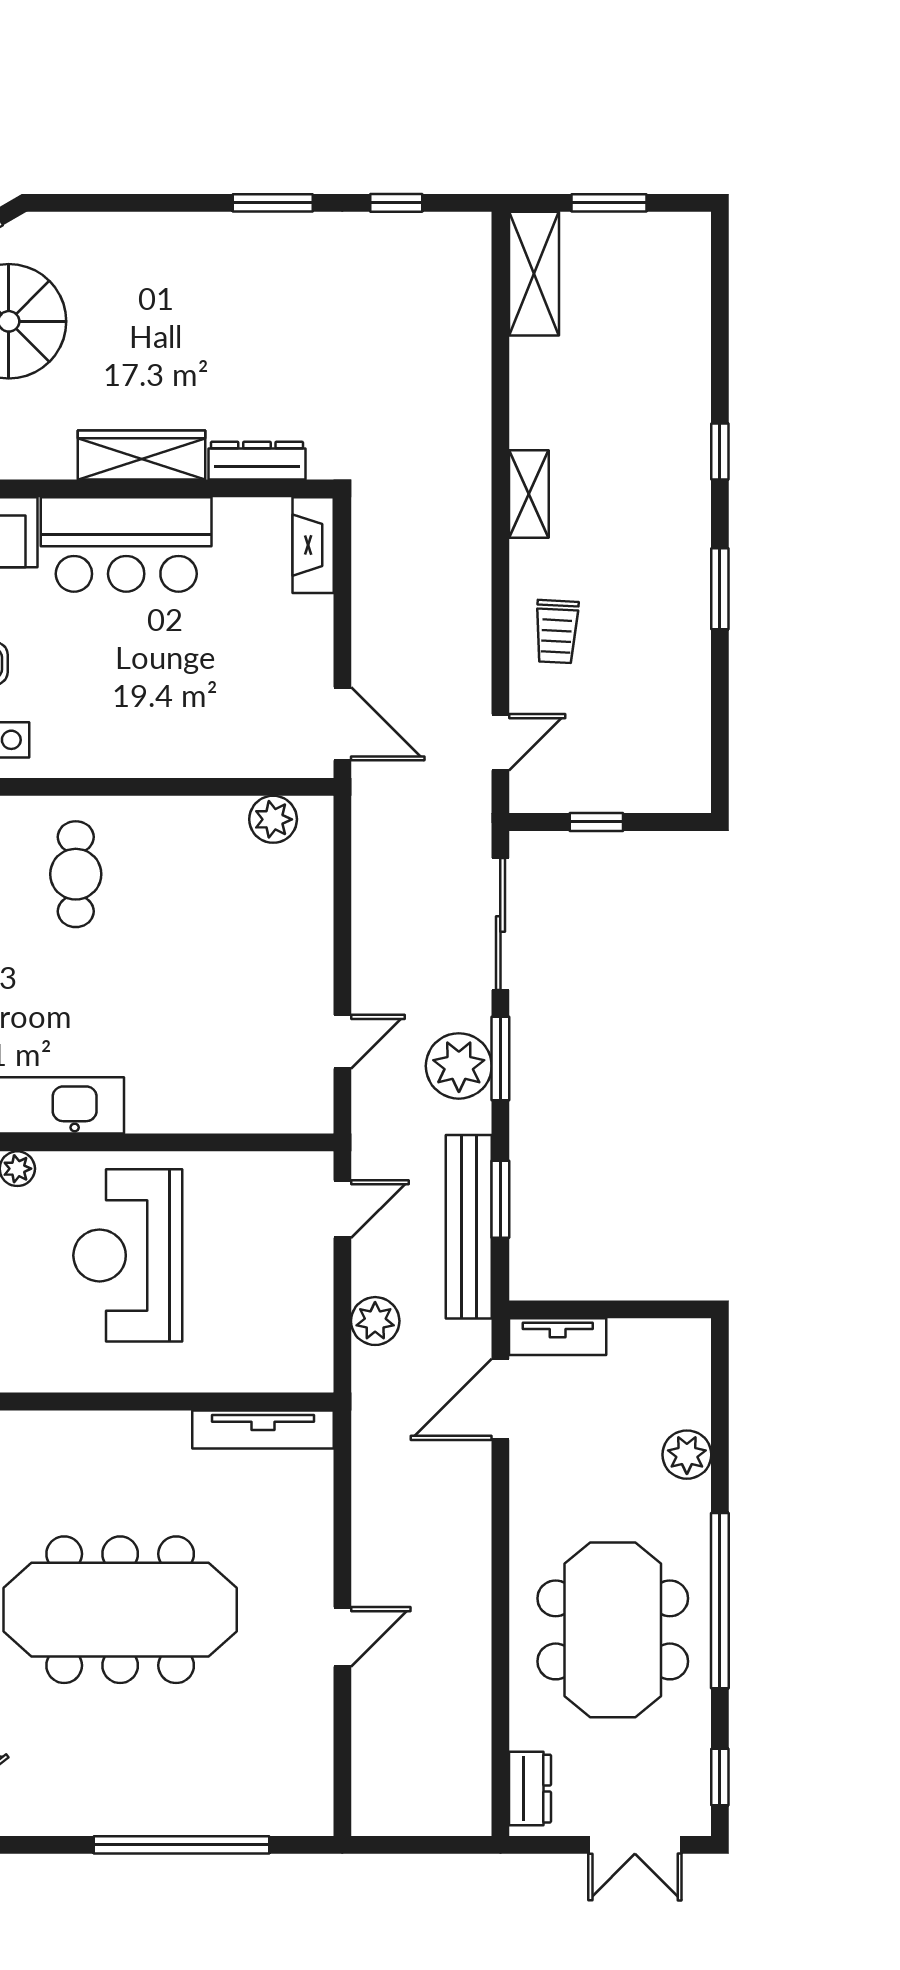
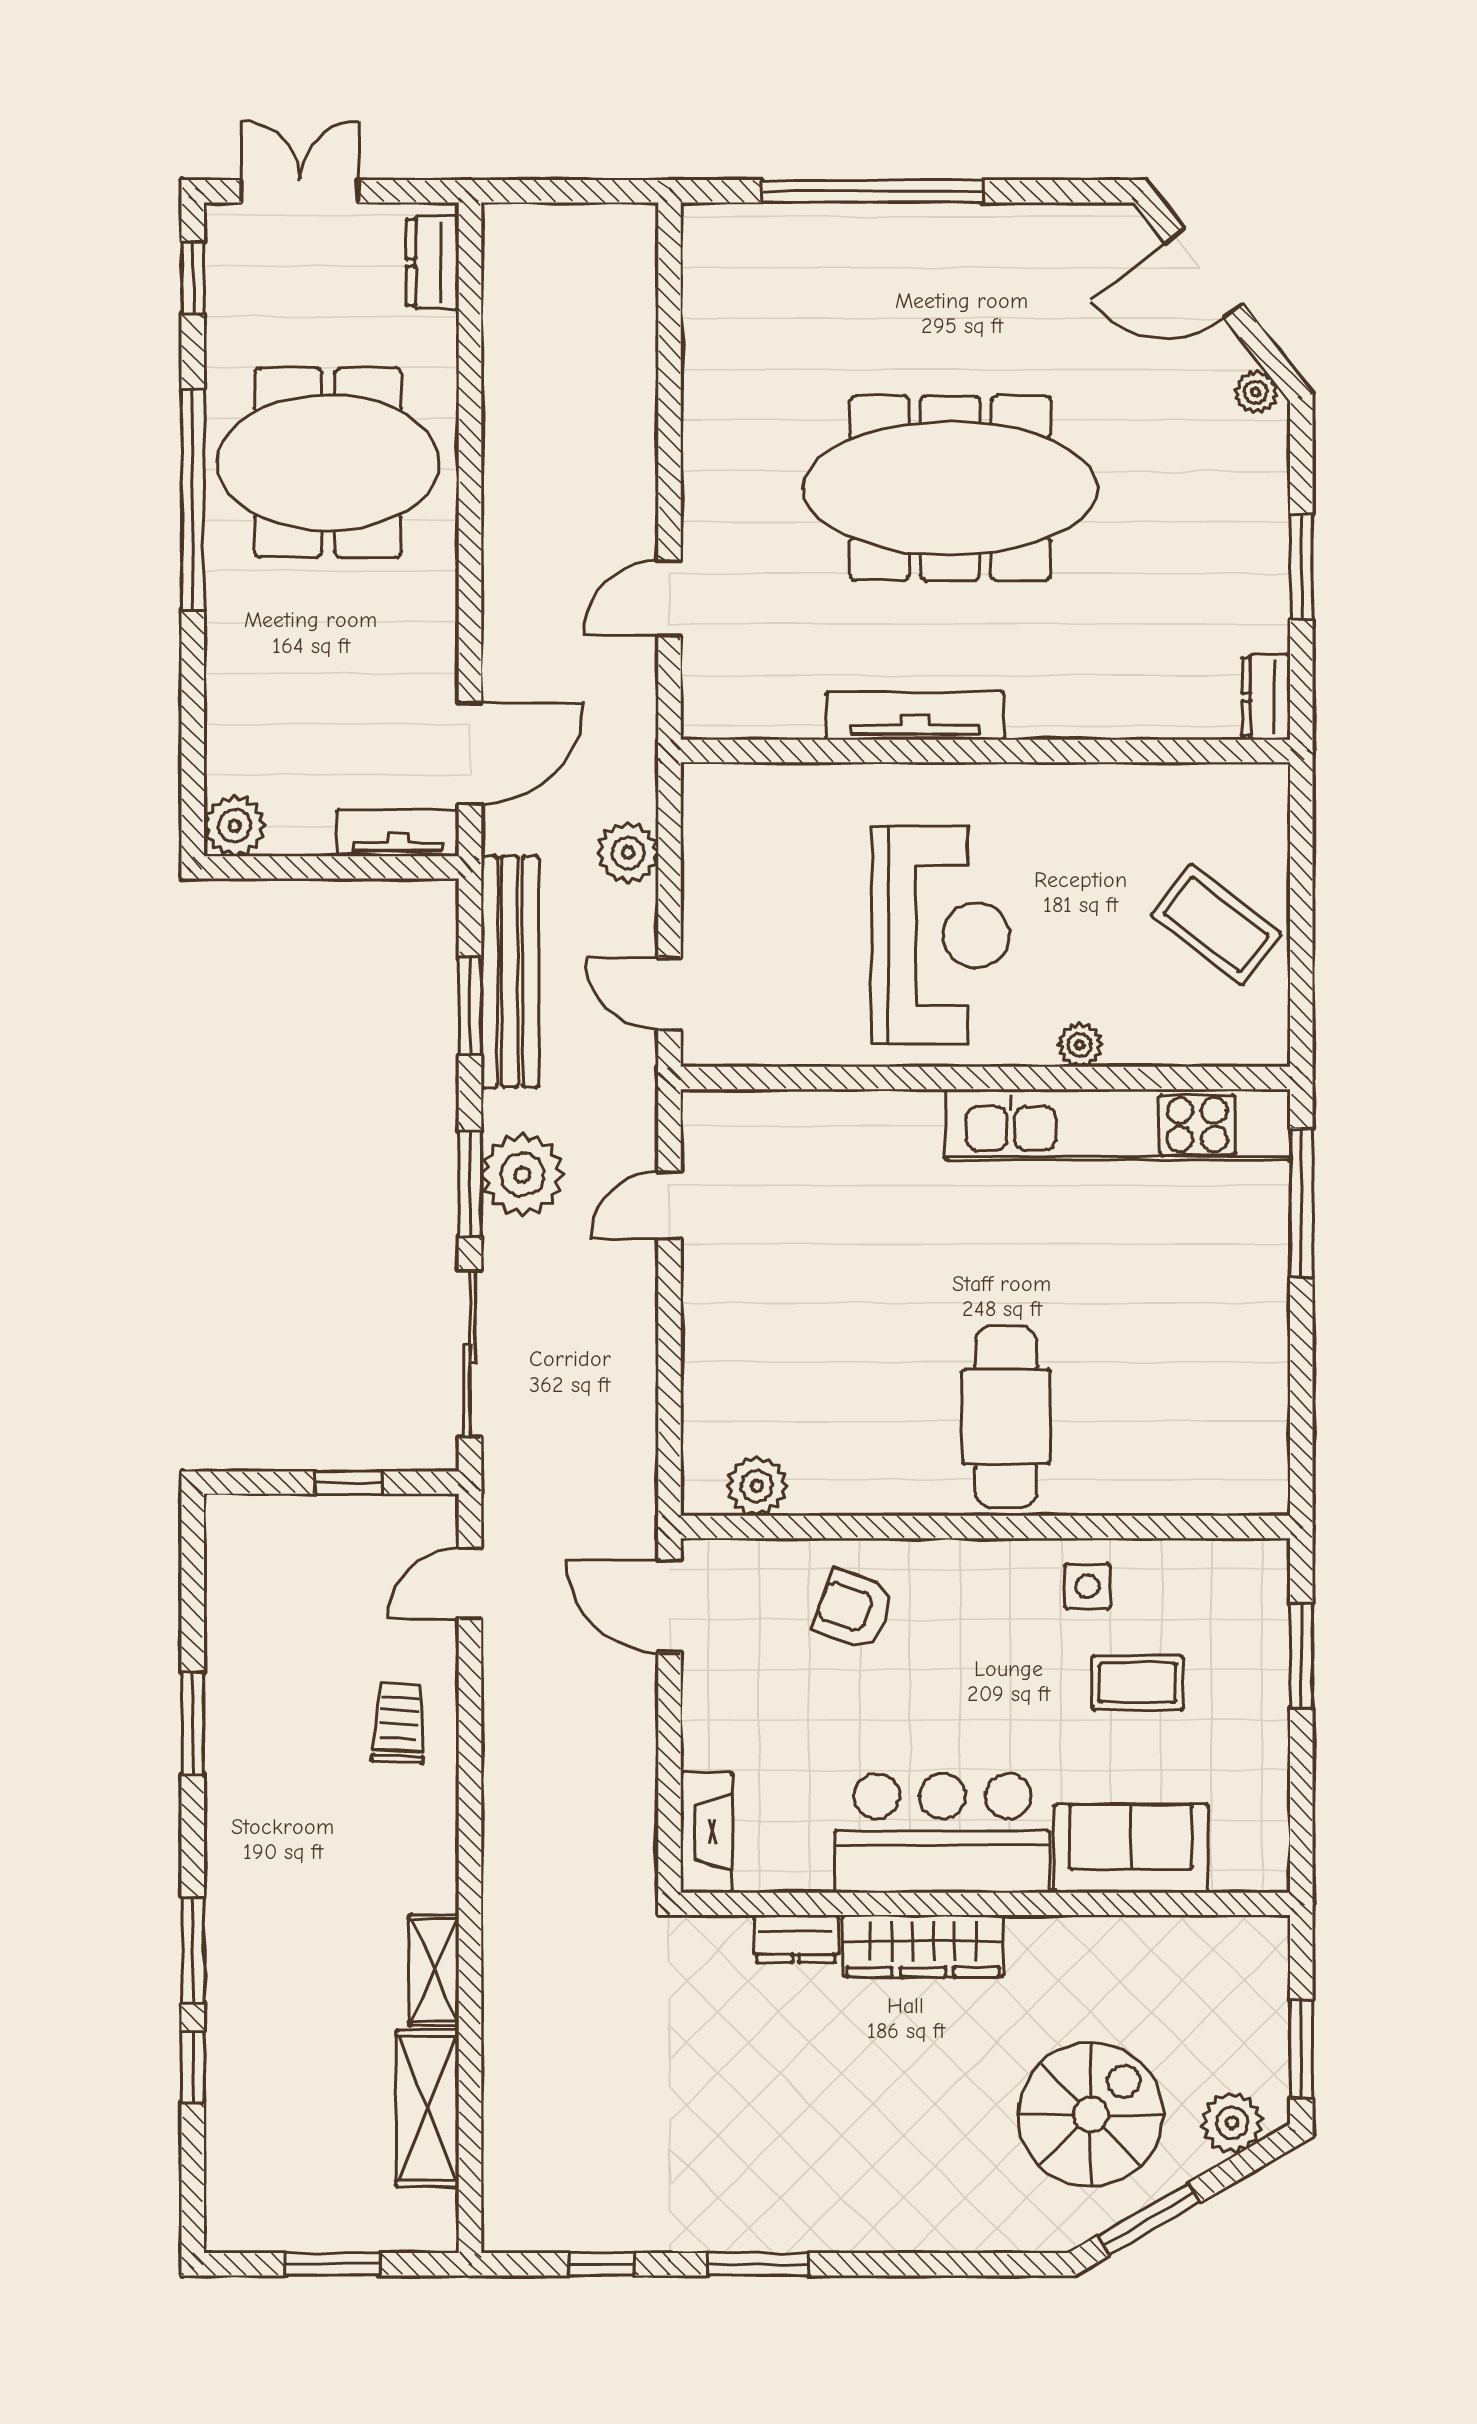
shelving: (534, 274) -> (428, 2108), moved
window: (720, 359) -> (193, 2067), added
window: (720, 451) -> (193, 1950), width x1.50
dresser: (257, 461) -> (796, 1939), width x0.70
shelving: (529, 494) -> (434, 1970), moved
window: (720, 589) -> (193, 1723), moved
armchair: (196, 721) -> (854, 1610), added
cafe table: (76, 874) -> (1006, 1417), width x1.37, depth x1.35
door: (342, 1209) -> (669, 994), hinge flipped
tv unit: (263, 1429) -> (915, 716), moved
plant: (687, 1455) -> (235, 826), moved
meeting table: (613, 1630) -> (328, 463), turned 90
door: (342, 1637) -> (669, 598), moved

